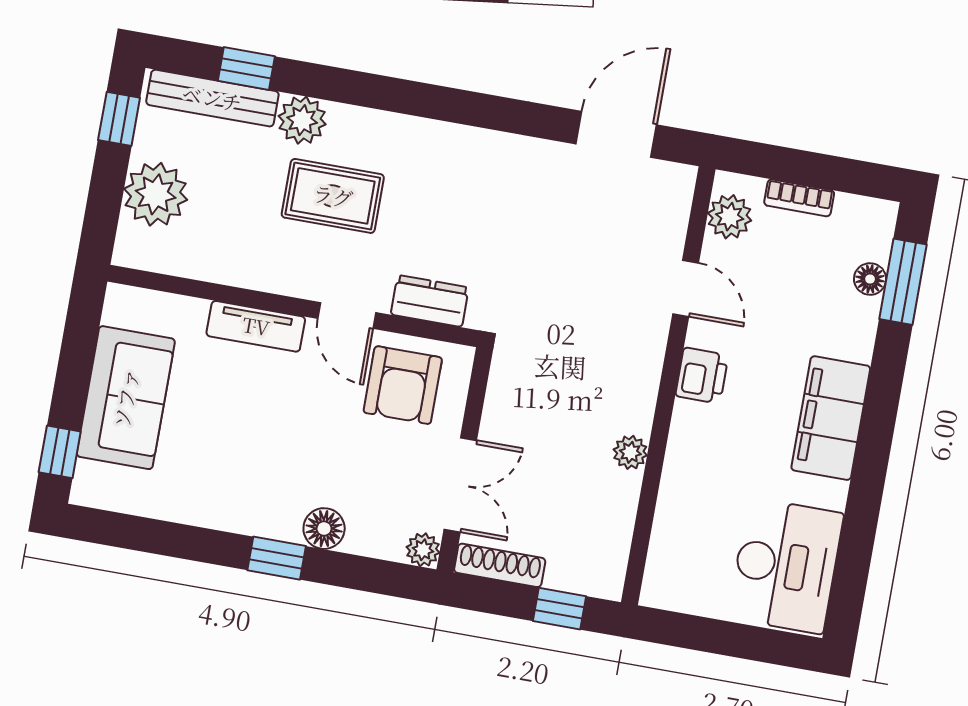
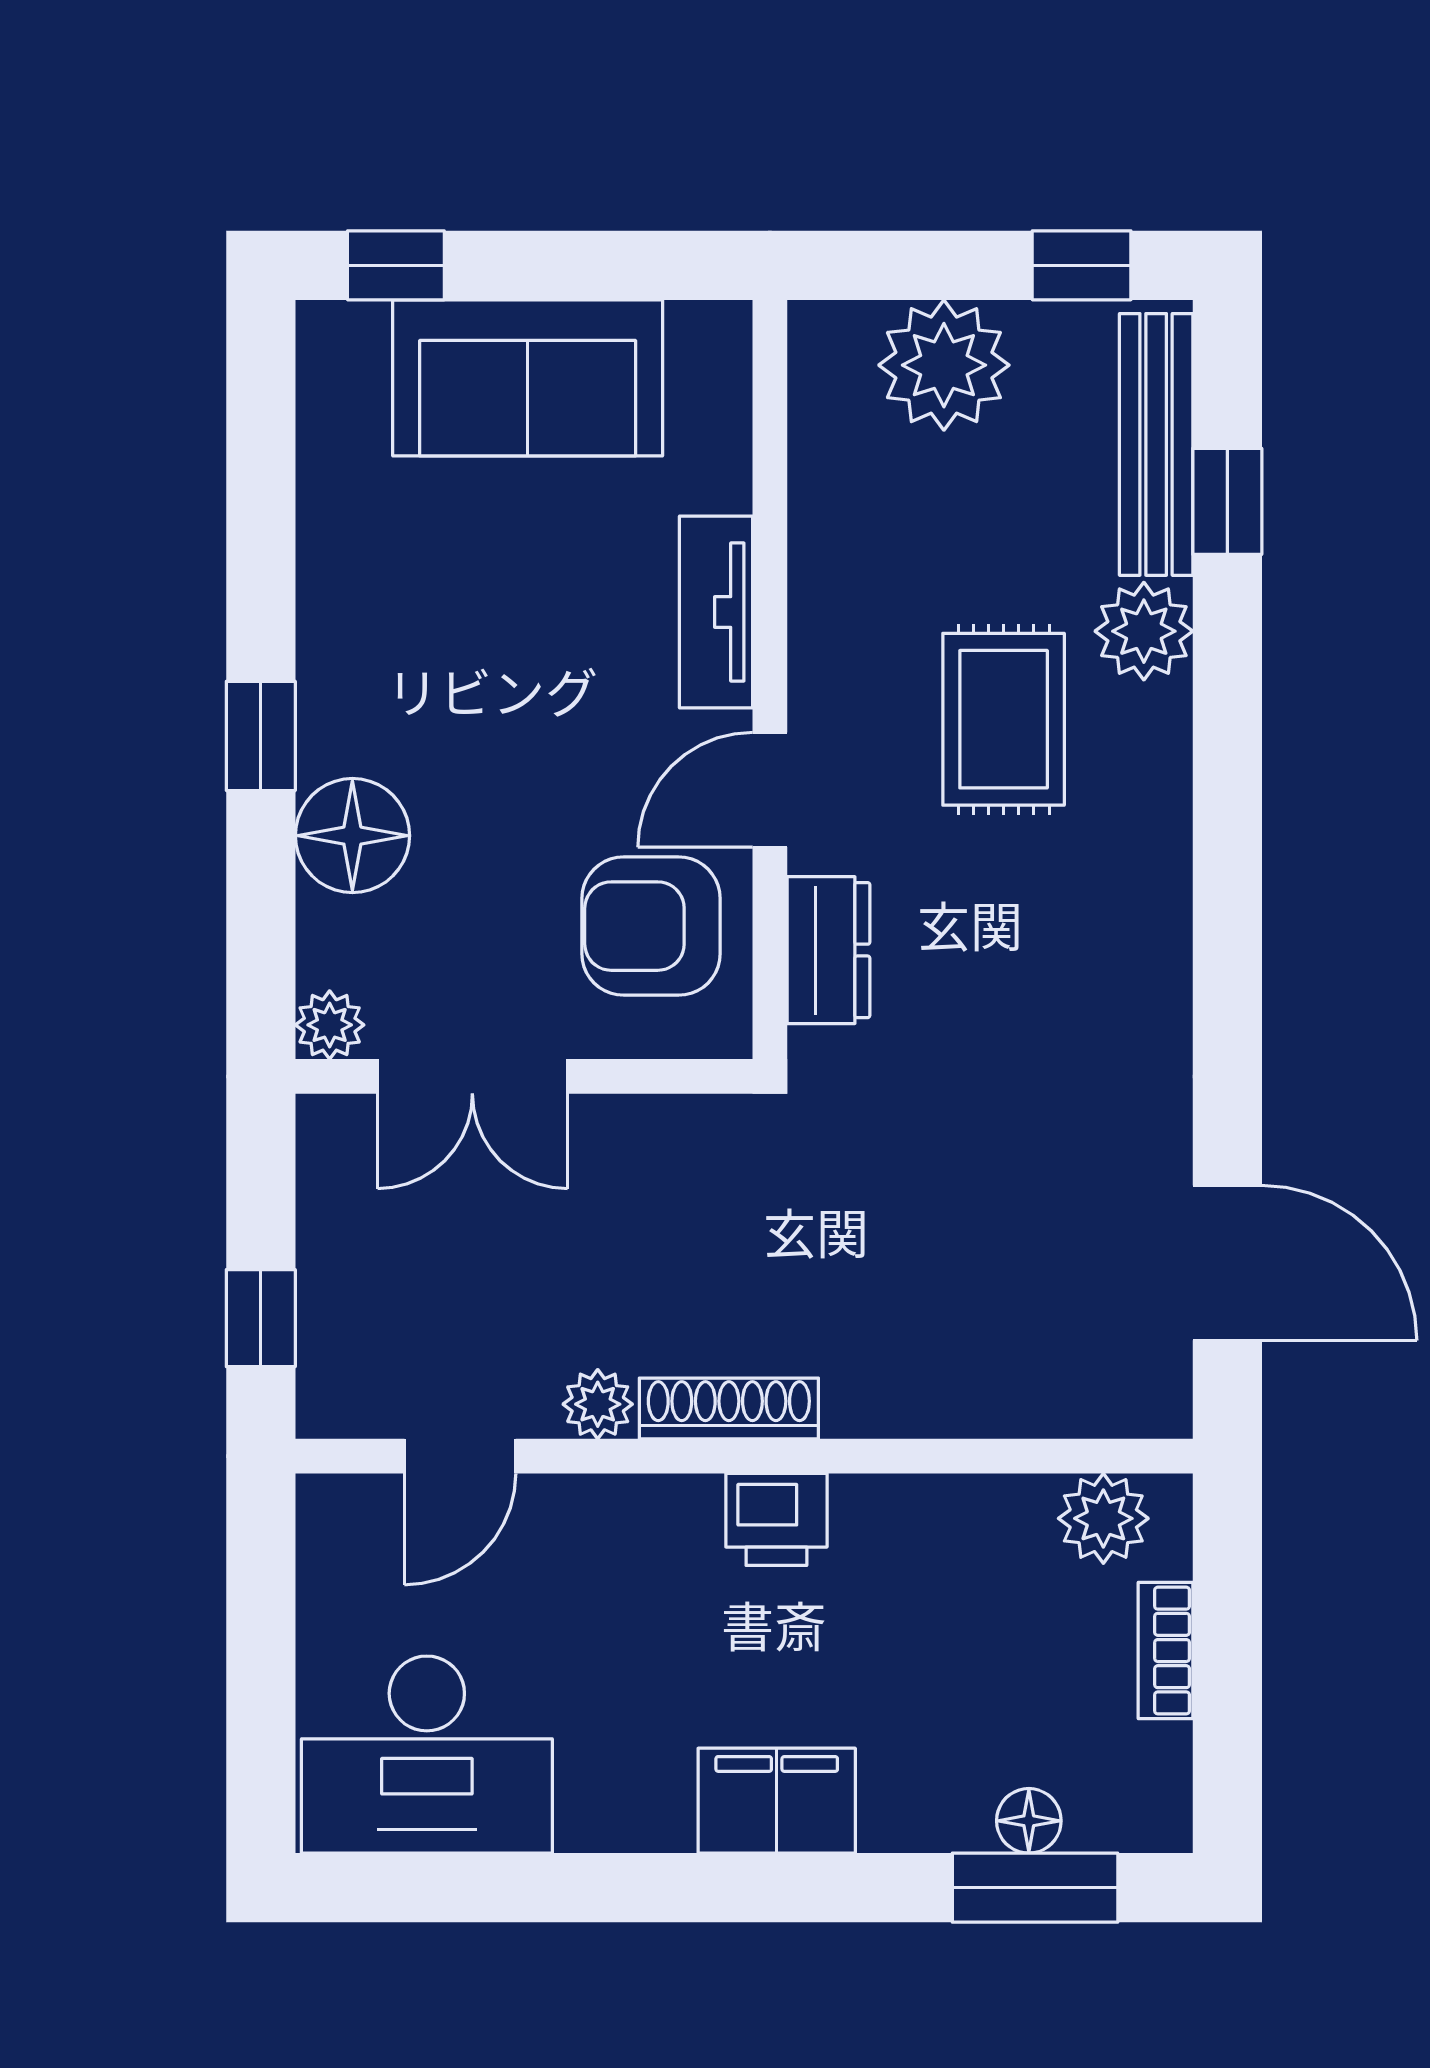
door: (686, 288) -> (460, 1456), moved
filing cabinet: (831, 418) -> (777, 1801), width x0.67, depth x0.86
floor lamp: (324, 529) -> (352, 836), width x1.38, depth x1.38
shoe rack: (500, 565) -> (729, 1408), moved, turned -90

